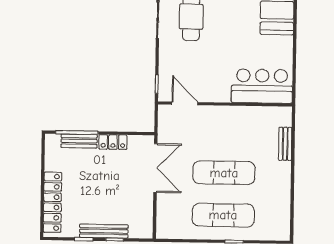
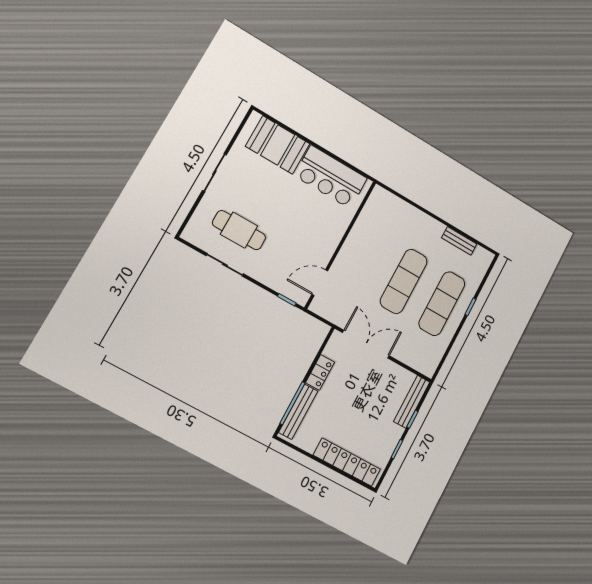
bar counter: (262, 86) -> (331, 177), moved, turned -90
bench: (79, 141) -> (298, 412), width x1.36
bench: (285, 144) -> (459, 241), moved
bench: (104, 231) -> (412, 402), moved

